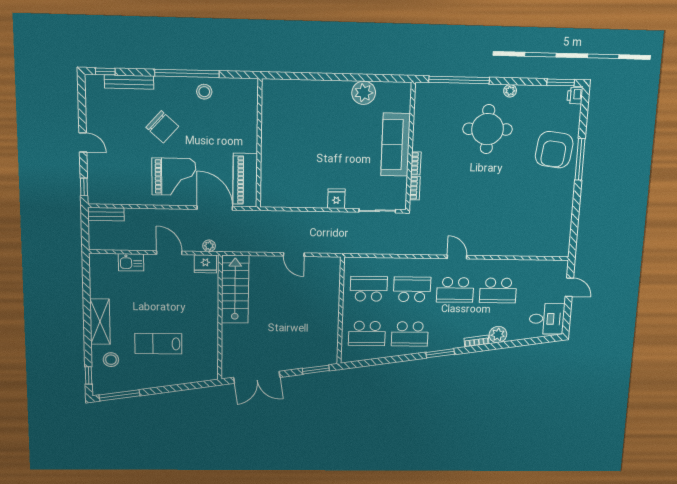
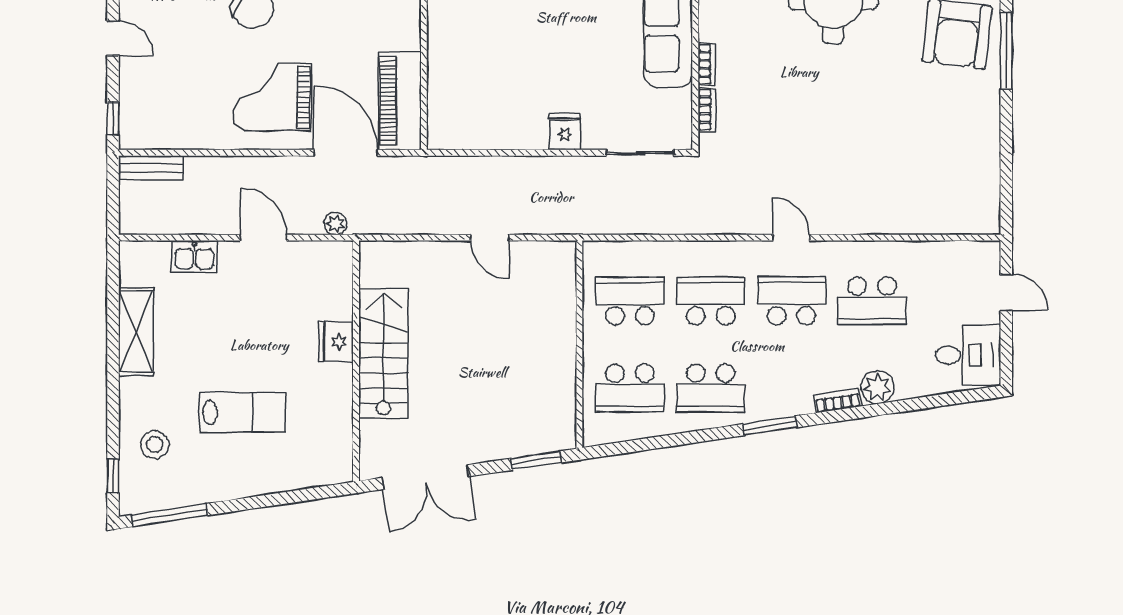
grand piano: (174, 177) -> (272, 97), turned 180
fridge: (205, 264) -> (336, 342), moved, turned 90
stairs: (235, 289) -> (383, 353), moved
school desk: (455, 290) -> (791, 301), turned 180
shelving: (100, 322) -> (136, 331), moved
lab bench: (158, 344) -> (242, 412), turned 180

